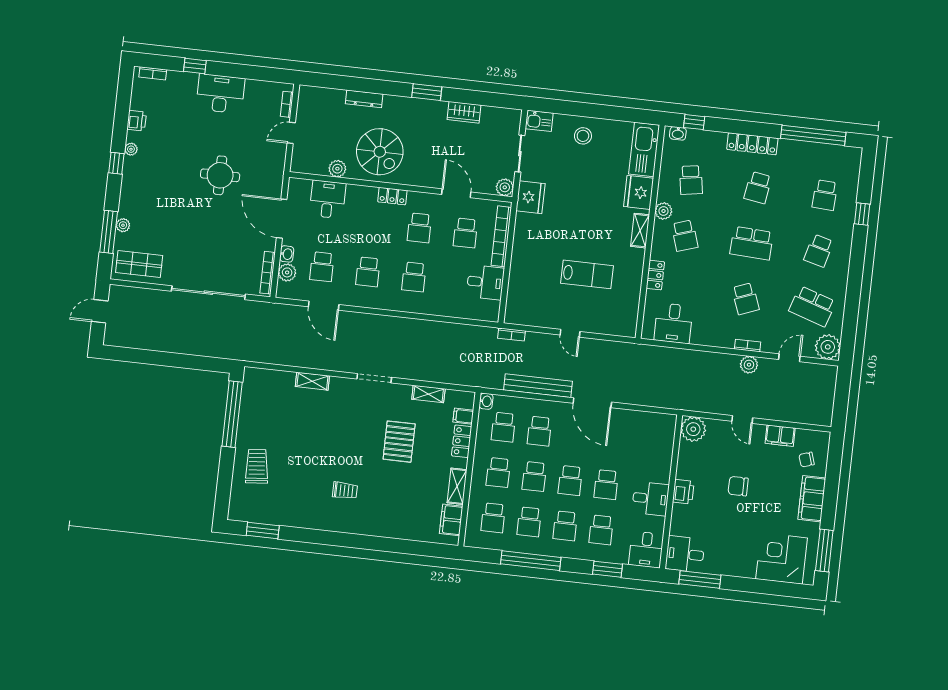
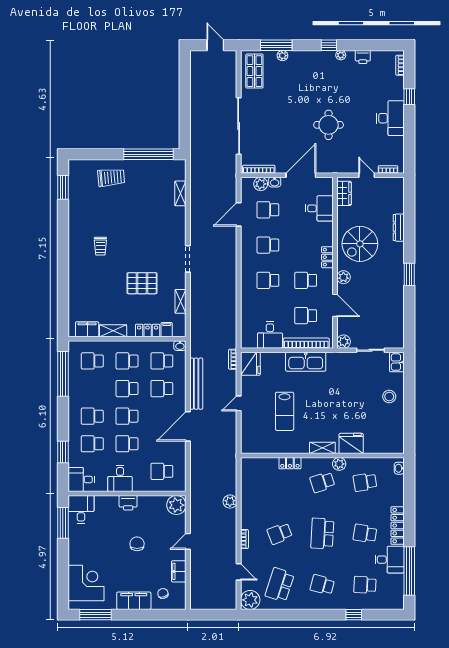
wardrobe: (464, 112) -> (344, 193), moved, turned 180
window: (694, 122) -> (409, 480), removed
kitchen sink: (644, 149) -> (306, 362), moved, turned 180
plant: (337, 169) -> (343, 277), moved
door: (456, 193) -> (335, 305), hinge flipped
fridge: (531, 197) -> (250, 364), moved, turned -90
desk: (673, 323) -> (390, 560), moved, turned 180
plant: (749, 365) -> (230, 502), moved
shelving: (312, 381) -> (180, 193), moved
school desk: (529, 522) -> (162, 471), moved
window: (531, 561) -> (63, 374), moved

